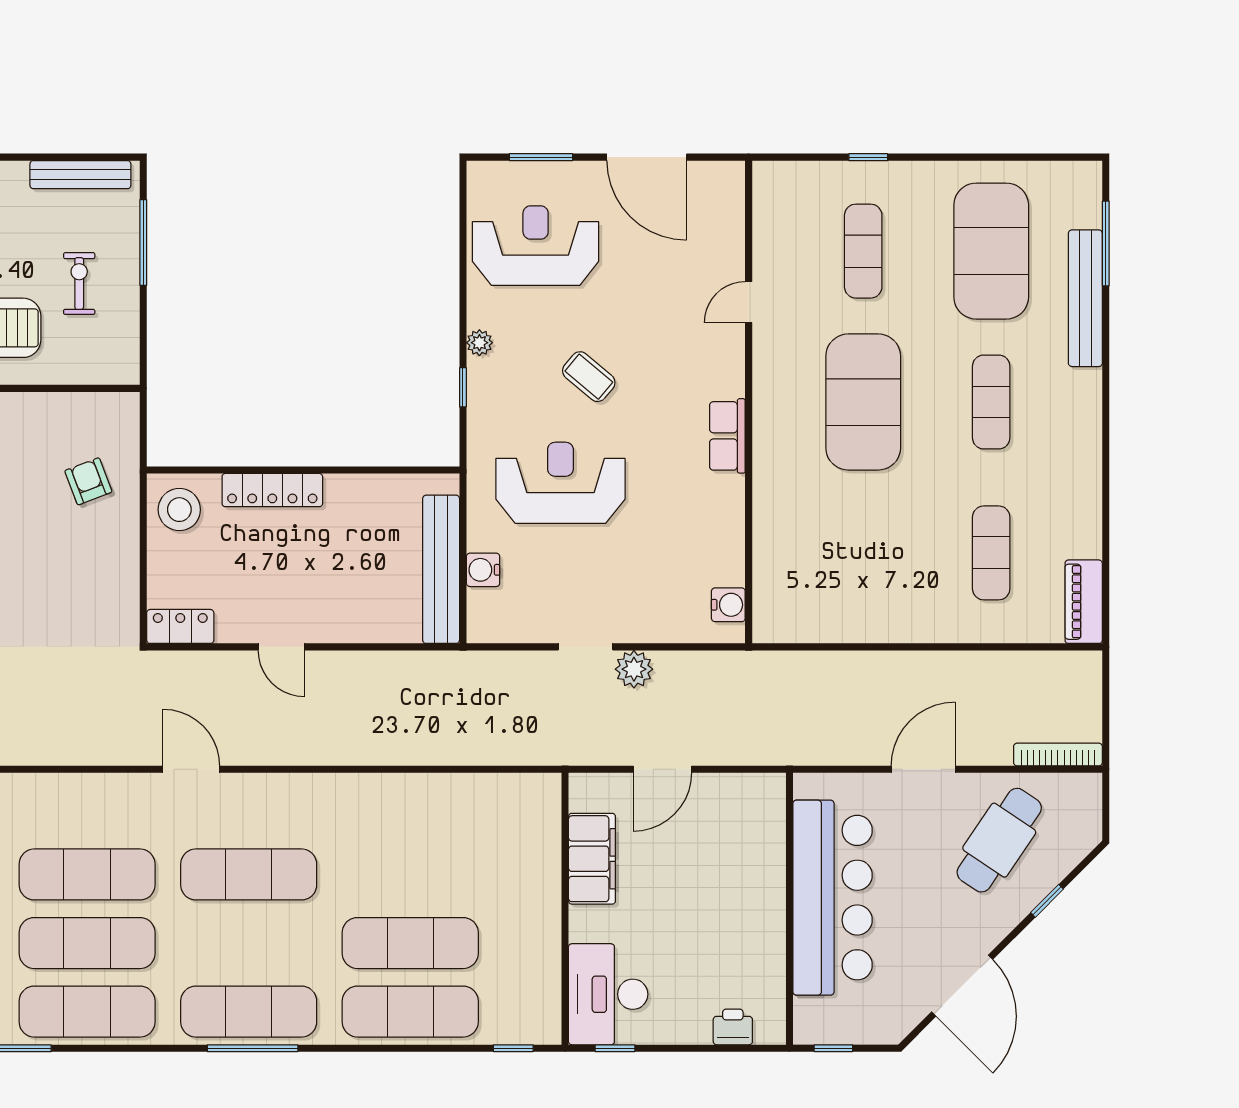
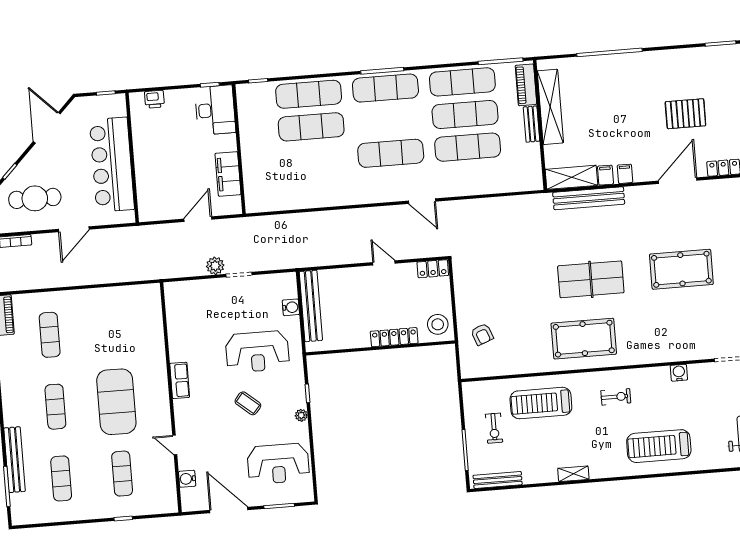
exercise mat: (991, 251) -> (61, 478), width x0.50, depth x0.69
door: (749, 302) -> (175, 445), swing flipped
water cooler: (728, 605) -> (187, 479), moved
cafe table: (999, 840) -> (35, 198), turned 56

